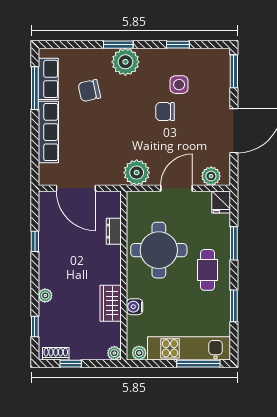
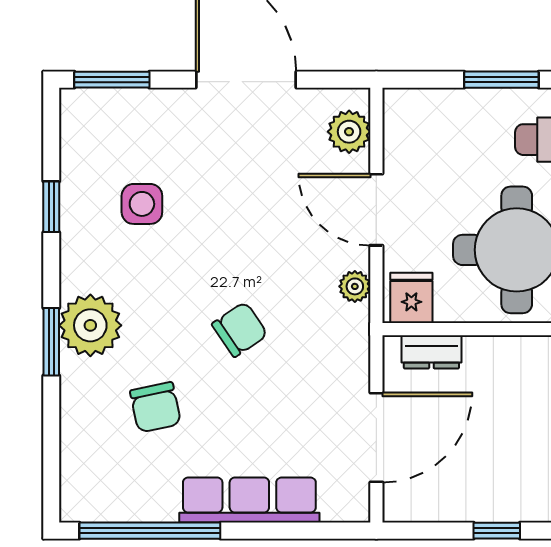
row of seats: (48, 79) -> (129, 500), removed
window: (35, 88) -> (150, 531), width x1.46
chair: (165, 112) -> (240, 329), moved, turned -124
plant: (137, 173) -> (355, 286), width x0.53, depth x0.53
fridge: (221, 202) -> (411, 298), moved, turned -90
dresser: (114, 231) -> (431, 352), moved

